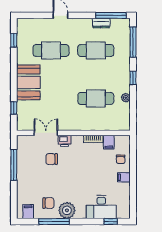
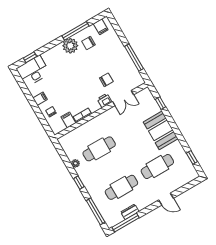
desk: (101, 207) -> (33, 71), moved

